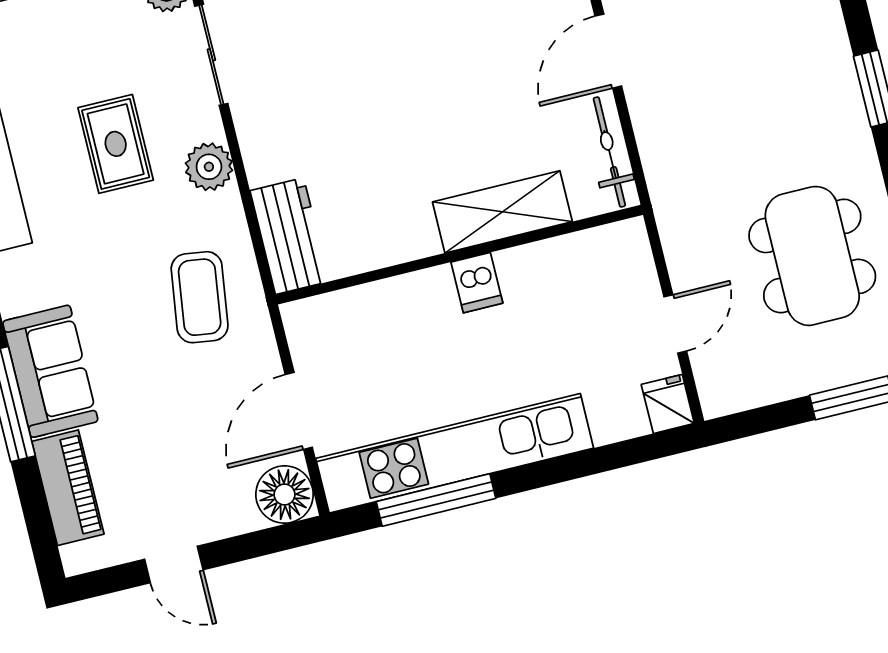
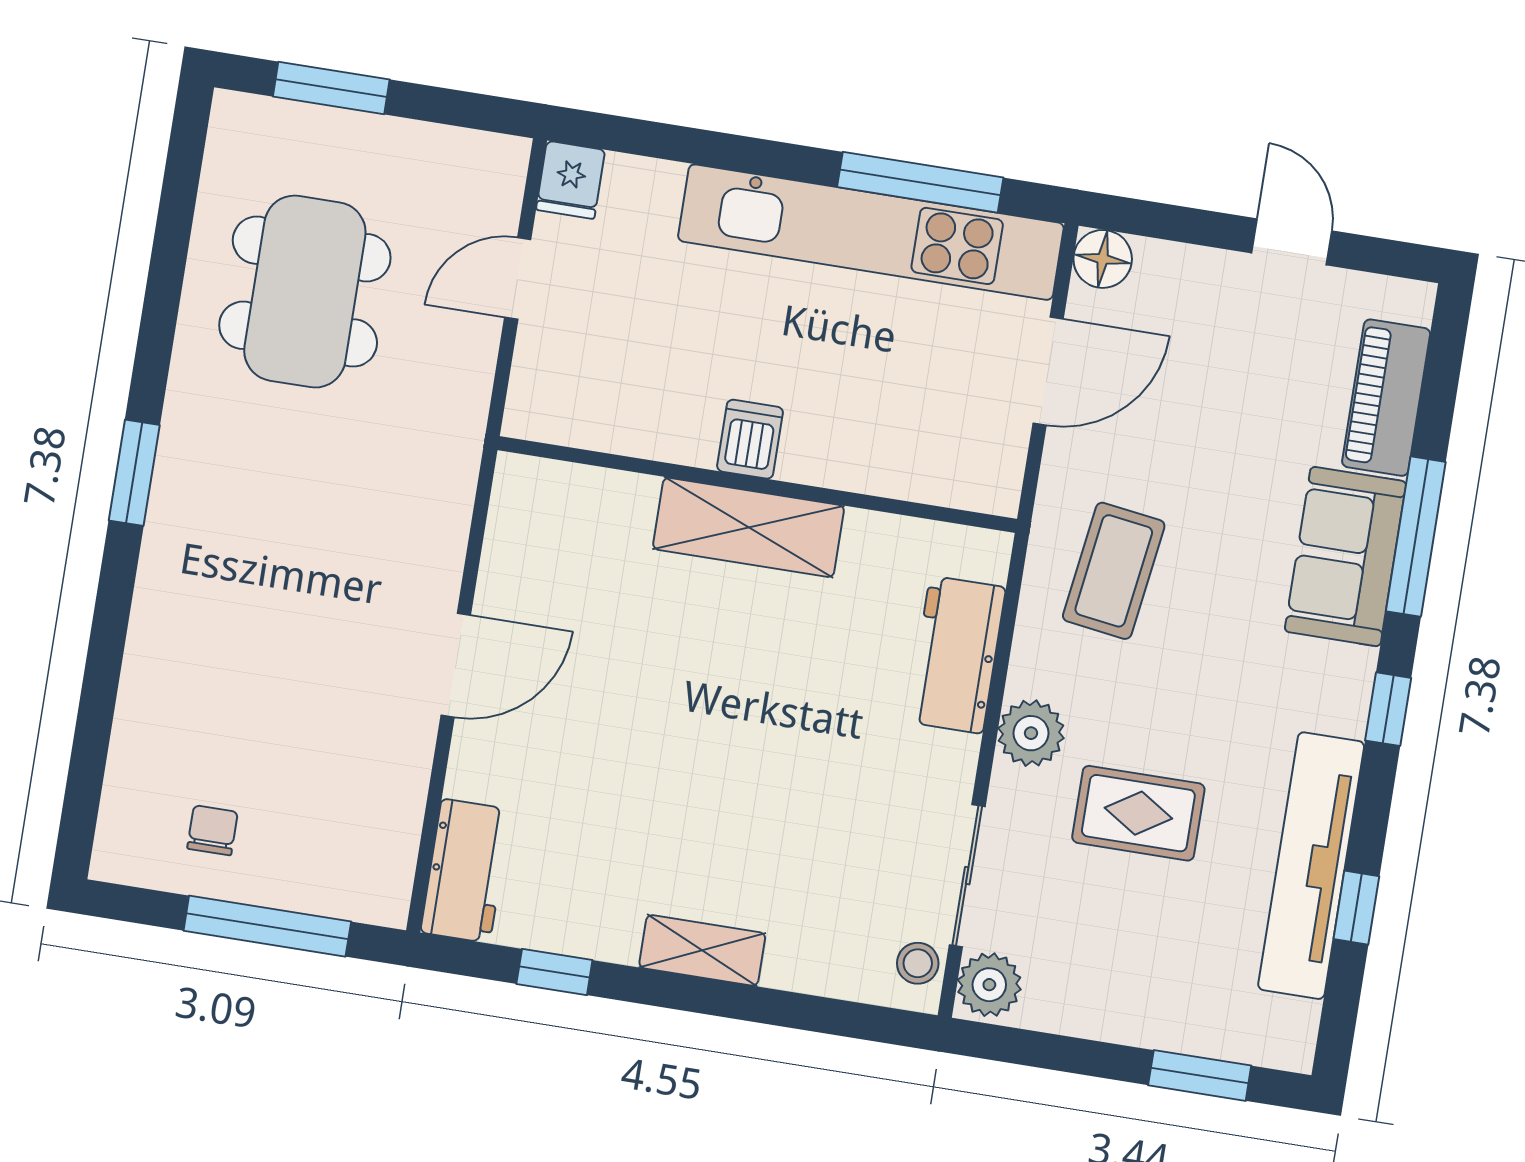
rug: (116, 144) -> (1138, 813), turned 90
bicycle: (609, 152) -> (509, 535), removed
shelving: (502, 212) -> (749, 527), moved
workbench: (290, 236) -> (956, 655), moved
floor lamp: (285, 495) -> (1103, 259), width x0.73, depth x0.73

